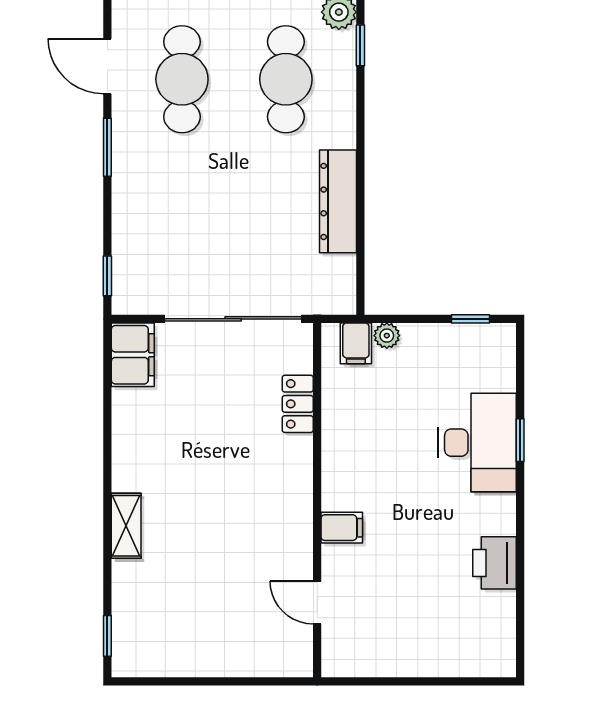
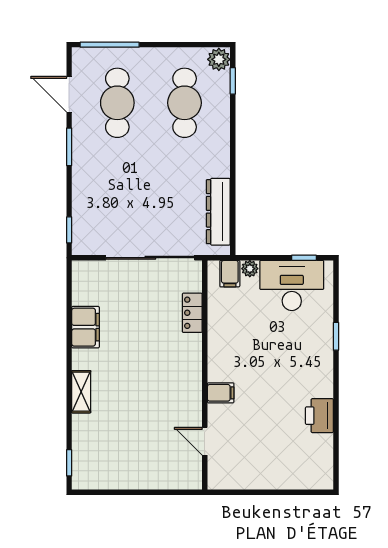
dresser: (338, 201) -> (218, 212), moved
filing cabinet: (133, 355) -> (85, 327), moved
desk: (477, 443) -> (292, 285), moved, turned -90

